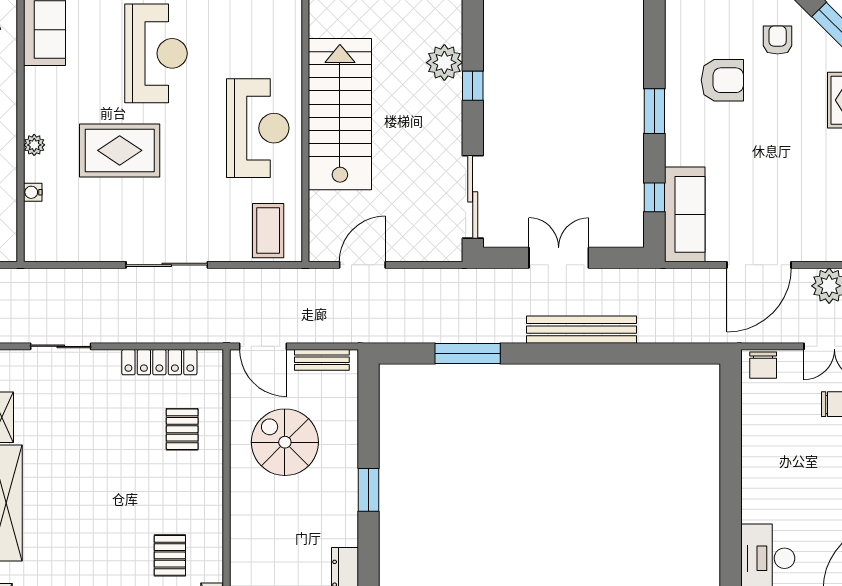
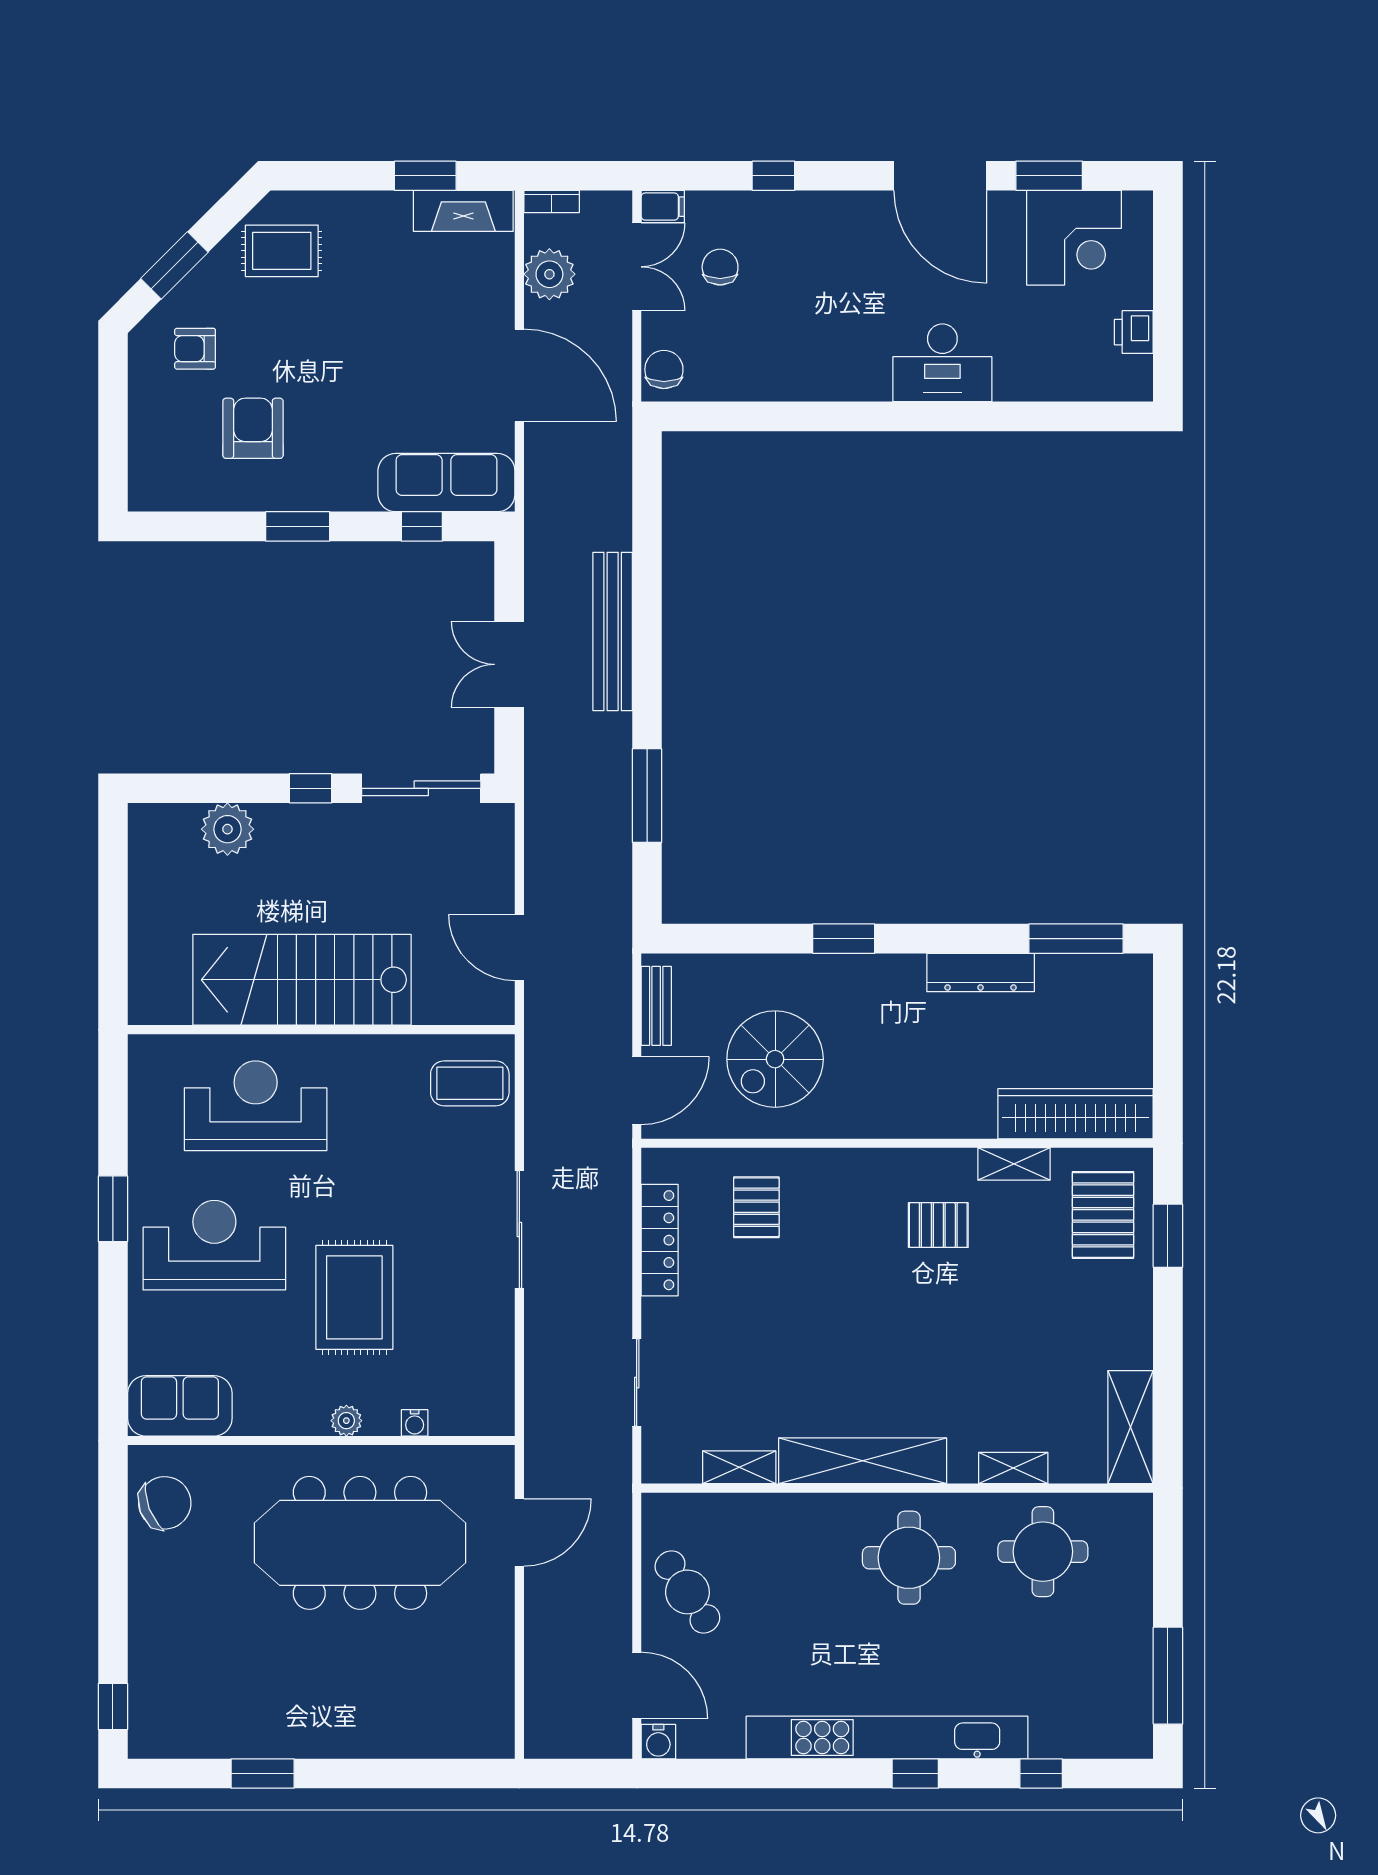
window: (473, 86) -> (310, 788), moved
reception desk: (258, 128) -> (256, 1106), moved
chair: (763, 365) -> (664, 369), turned -90
pallet: (182, 429) -> (756, 1207), turned 90

